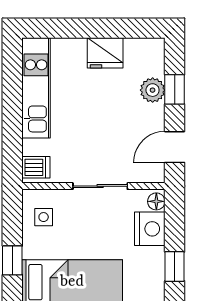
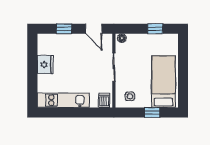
plant: (153, 90) -> (64, 40), removed
nightstand: (150, 229) -> (136, 42), removed

